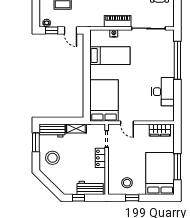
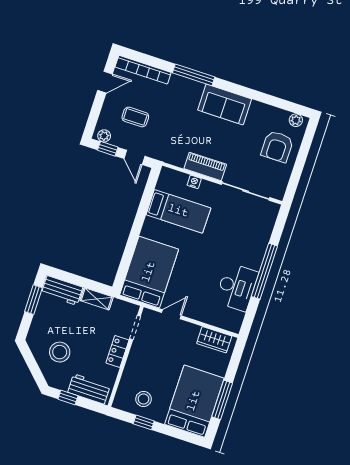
window: (177, 60) -> (264, 271), moved
door: (127, 123) -> (171, 314), swing flipped
stool: (52, 158) -> (60, 352), moved

